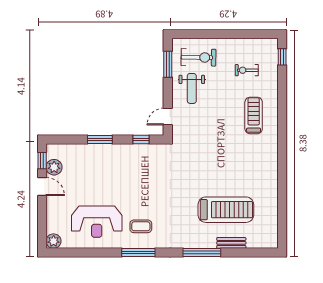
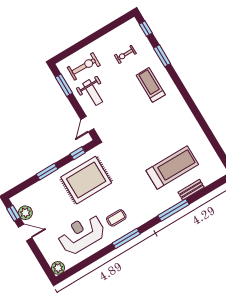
window: (282, 93) -> (162, 56), added
rug: (133, 171) -> (86, 180), added
reception desk: (97, 222) -> (81, 234), turned 180

